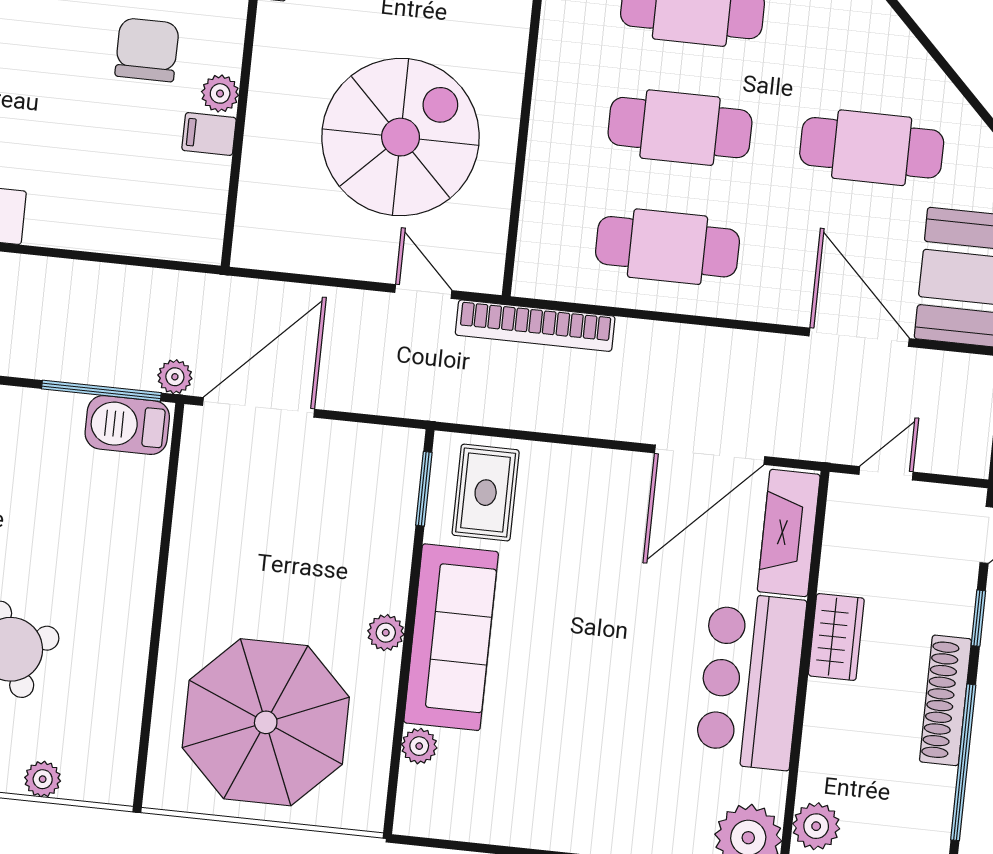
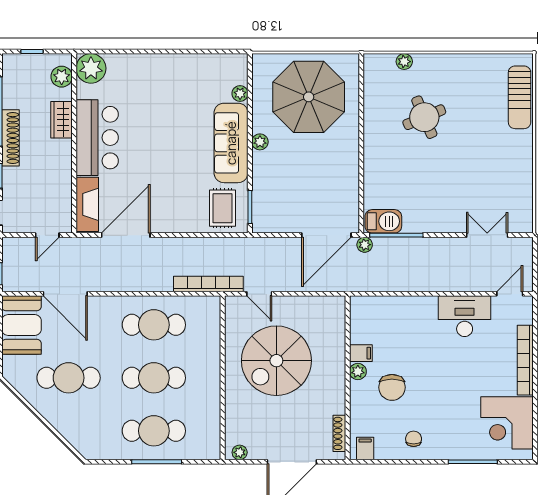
wardrobe: (836, 637) -> (61, 120), moved

